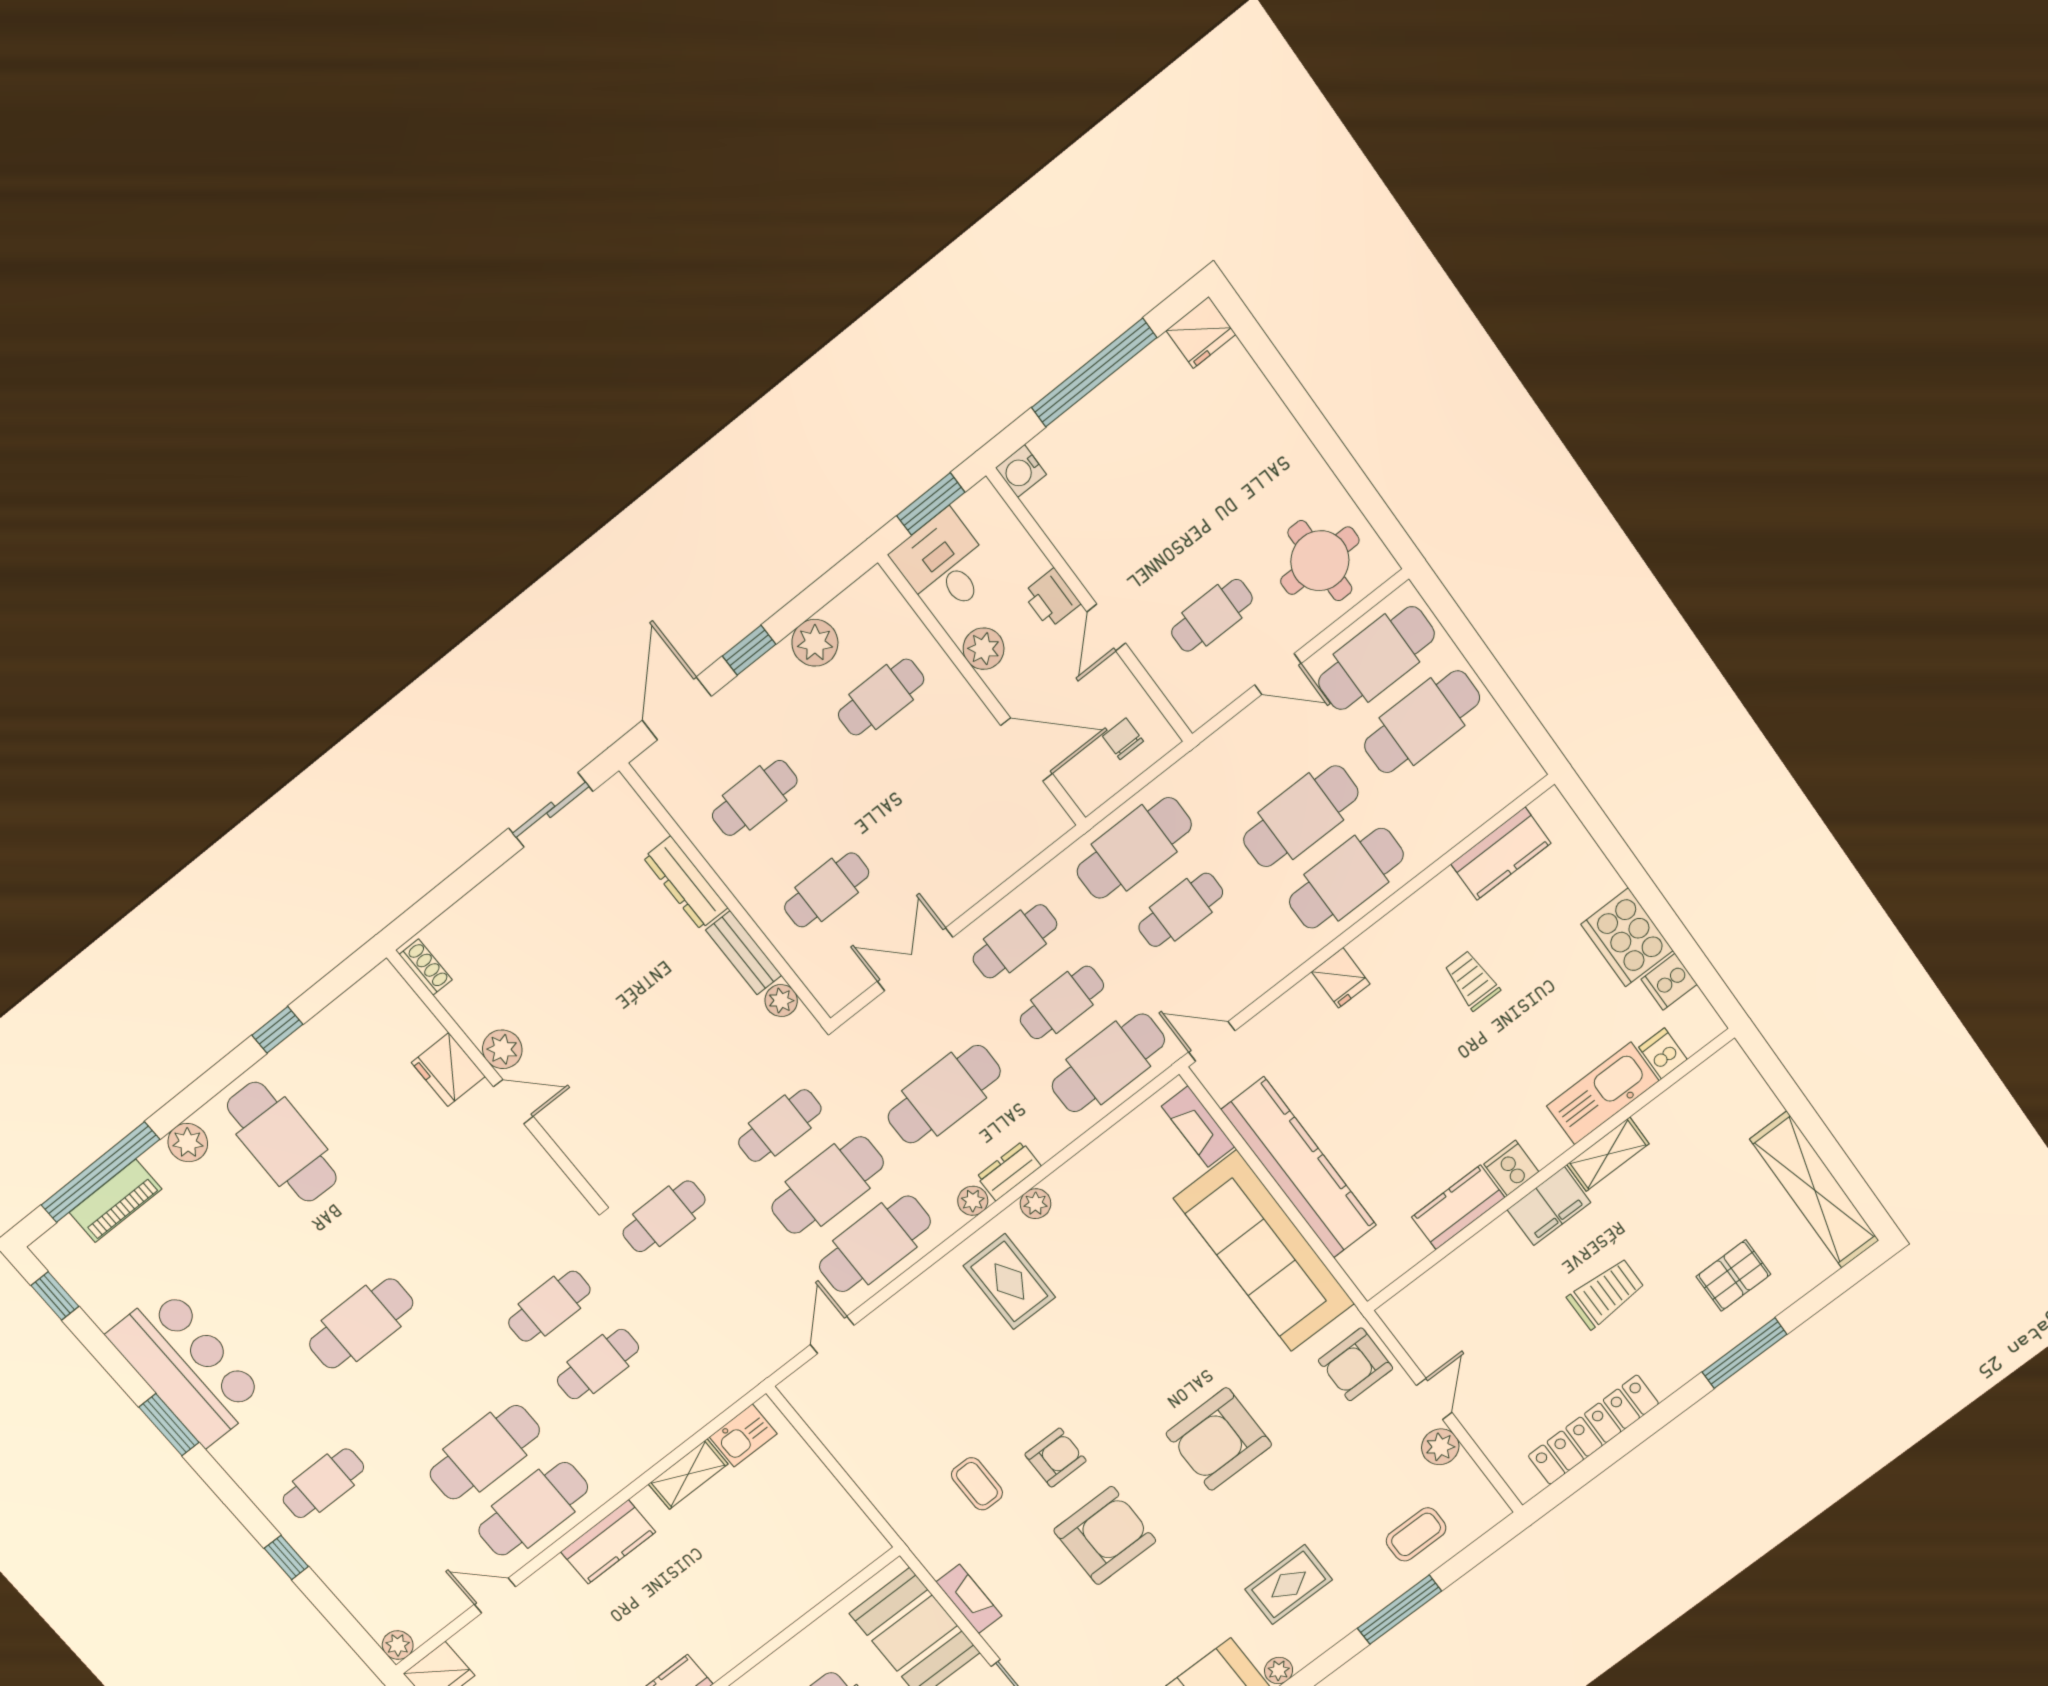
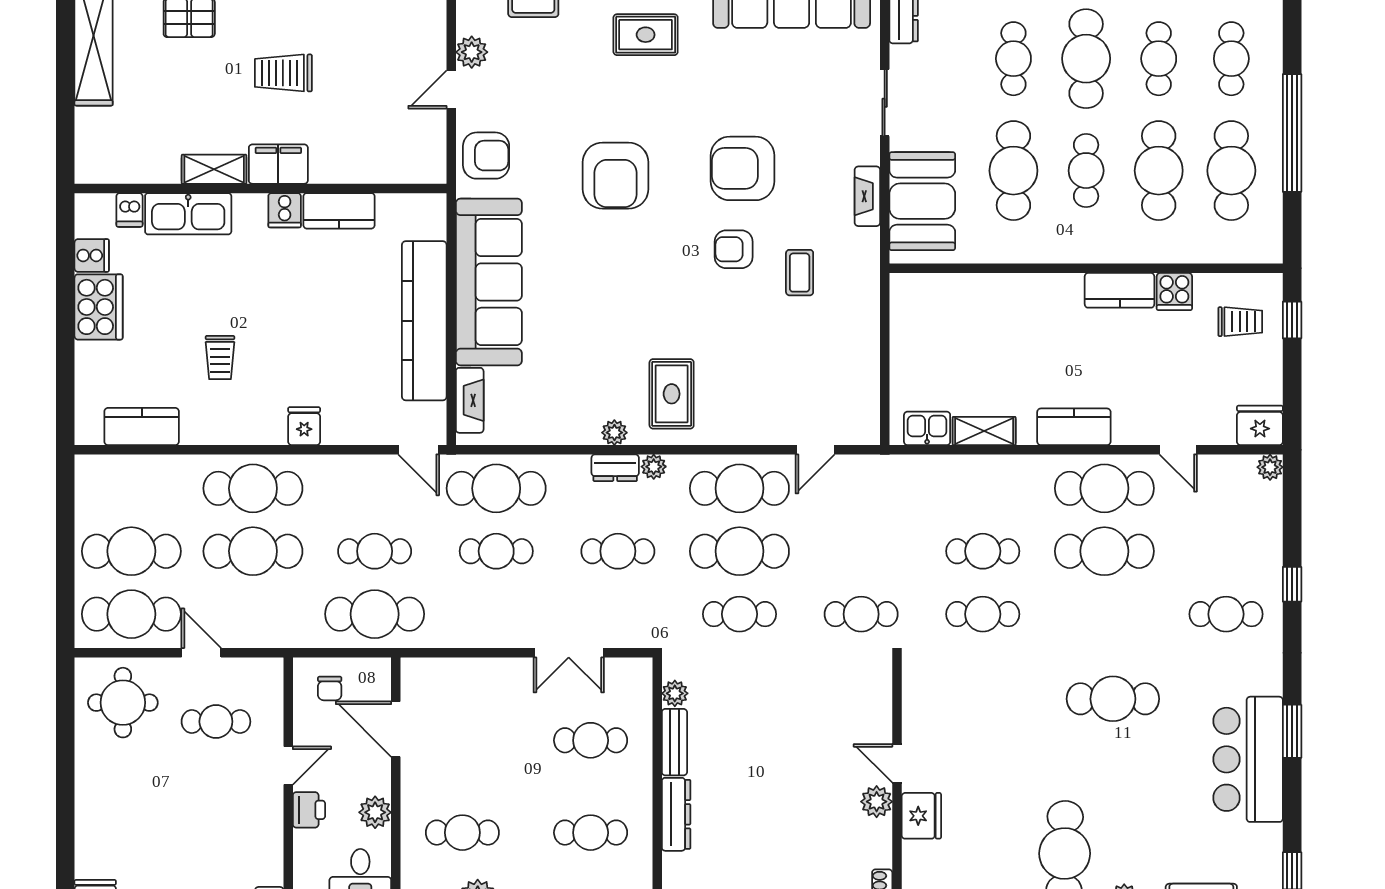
cafe table: (1015, 941) -> (496, 614), removed
cafe table: (944, 1094) -> (618, 551), width x0.73, depth x0.74
armchair: (1219, 1439) -> (616, 176), turned 90

